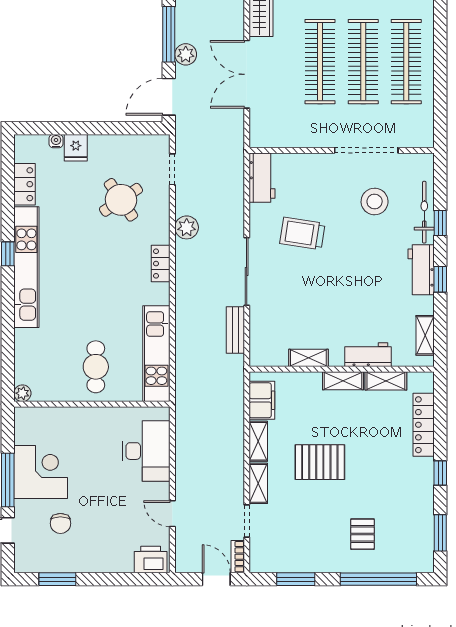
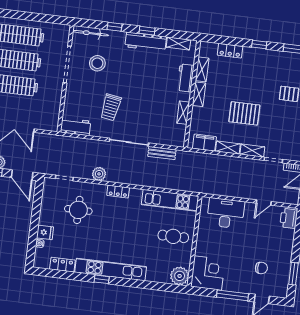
round table: (121, 200) -> (78, 210), turned 34
bicycle: (424, 212) -> (91, 33), moved
workbench: (421, 270) -> (146, 42), width x1.38
plant: (22, 393) -> (180, 276), width x1.88, depth x1.88
locker: (424, 425) -> (230, 51), width x0.66
pallet: (320, 462) -> (244, 113), turned 90
corner desk: (41, 472) -> (208, 273), moved, turned 90

